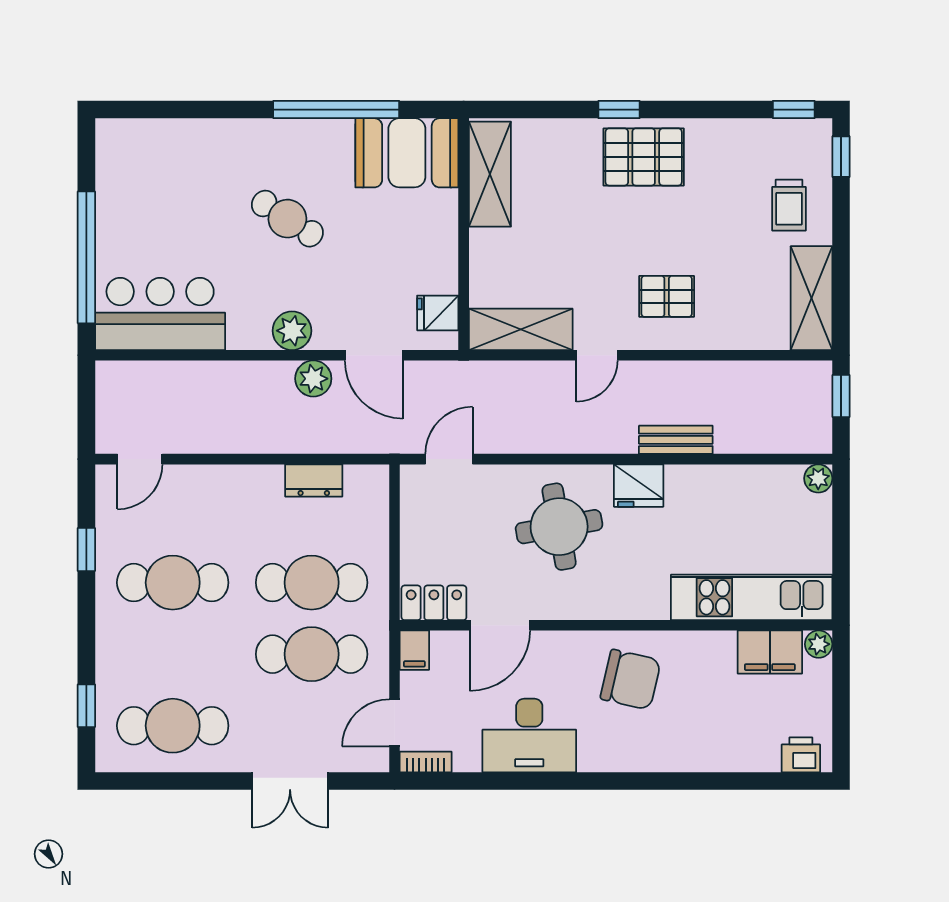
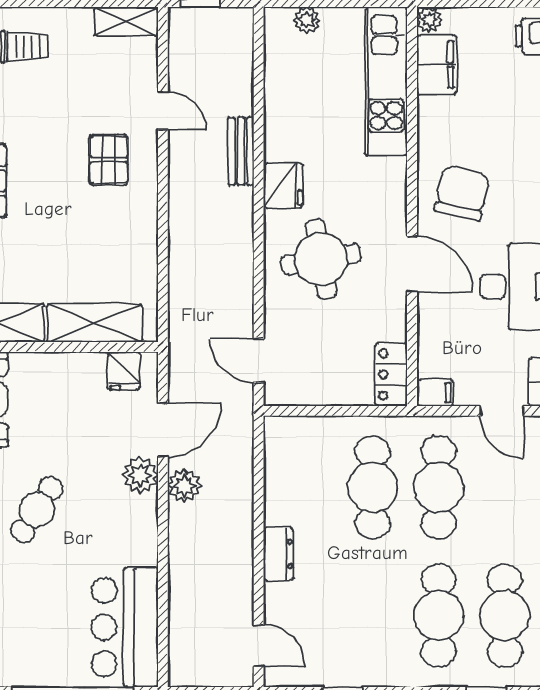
shelving: (812, 298) -> (126, 21), width x0.67, depth x0.75
shelving: (521, 329) -> (95, 323), moved, turned 90
plant: (292, 331) -> (140, 475), moved
door: (597, 355) -> (163, 111), moved
plant: (818, 478) -> (307, 20), moved
dresser: (314, 480) -> (278, 554), moved
cafe table: (173, 583) -> (439, 616), moved
door: (500, 625) -> (412, 264), moved

